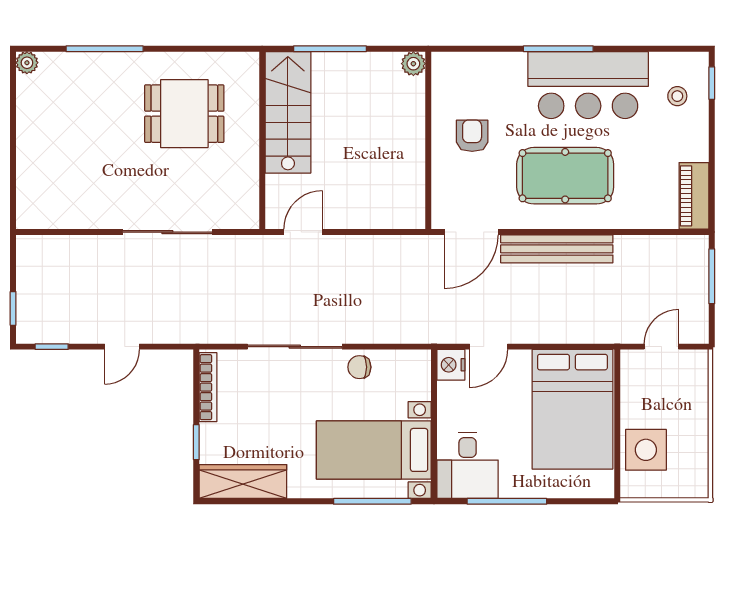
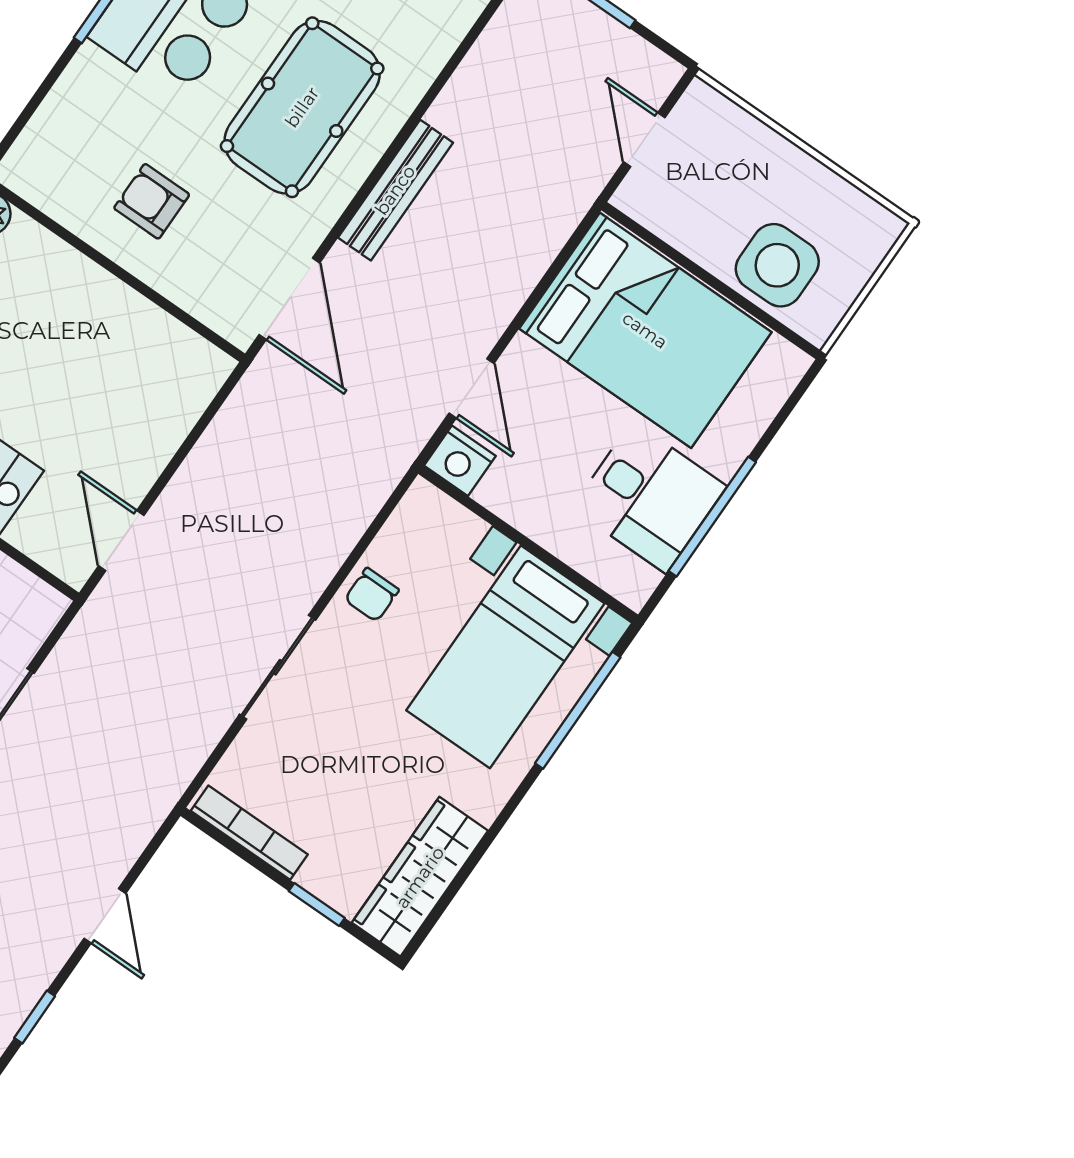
bench: (557, 249) -> (395, 190), width x0.73, depth x0.82
sliding door: (295, 347) -> (278, 667), width x0.73
desk: (468, 465) -> (649, 497), moved

